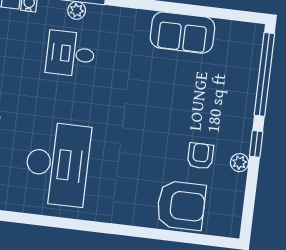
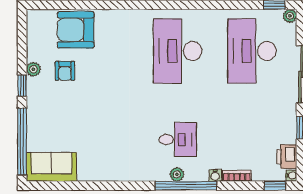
sofa: (182, 33) -> (51, 167), moved

